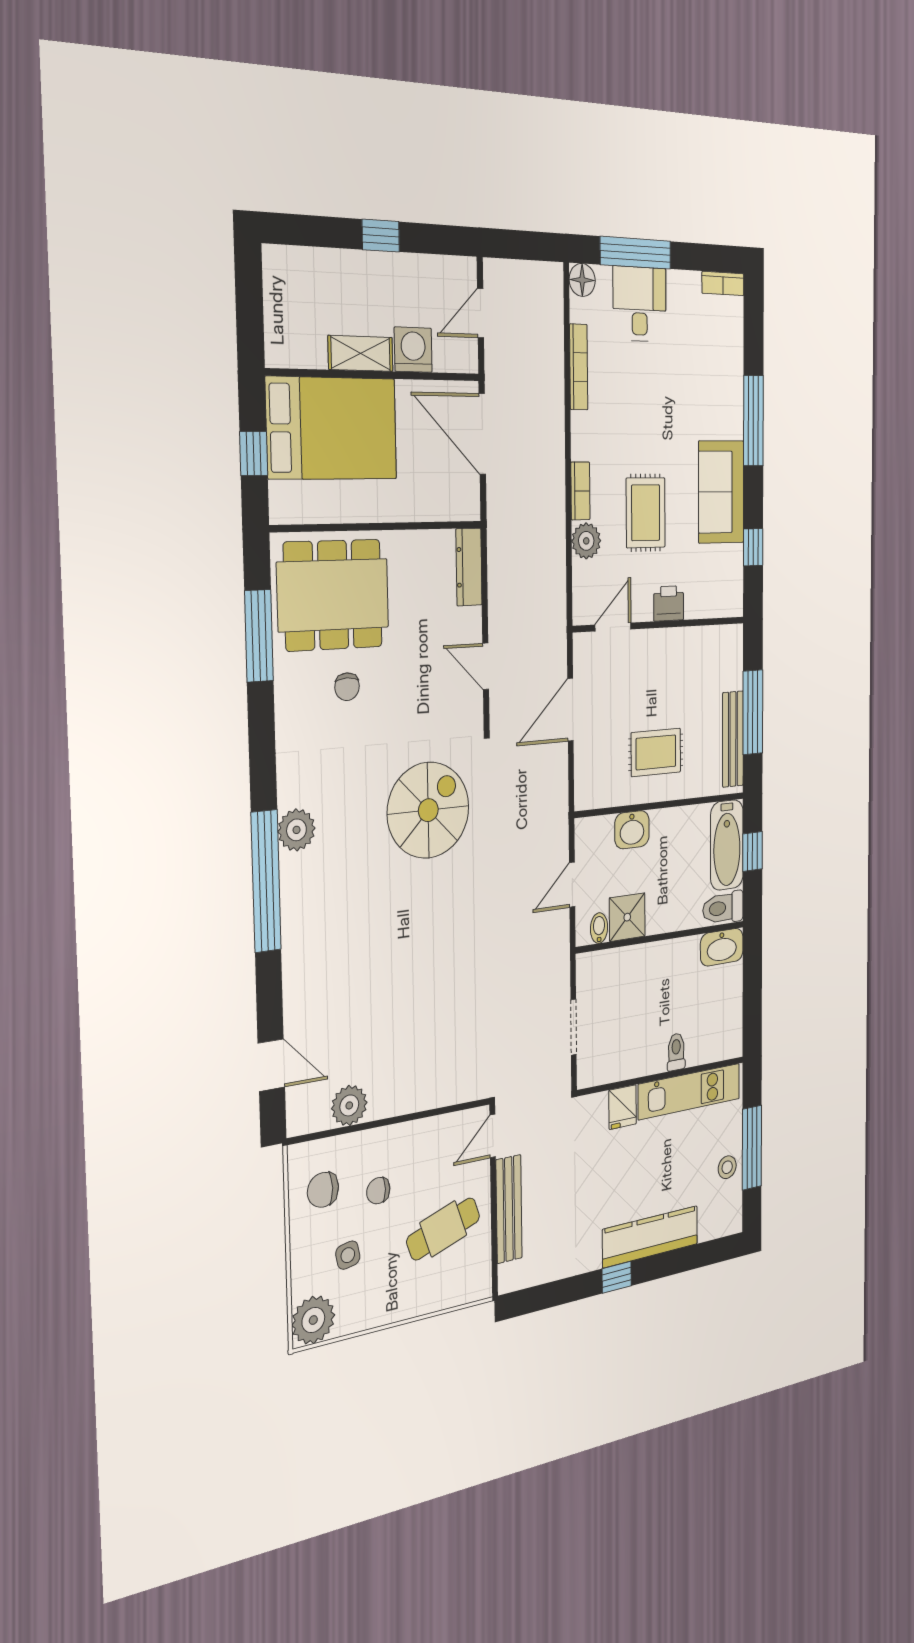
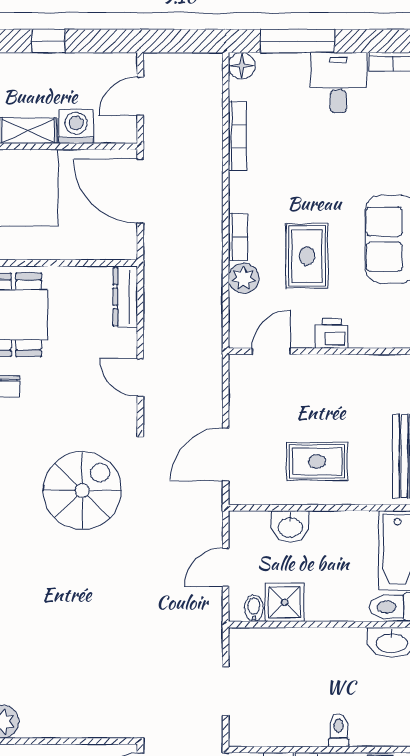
desk: (640, 304) -> (338, 83), moved
door: (570, 710) -> (226, 454), moved

